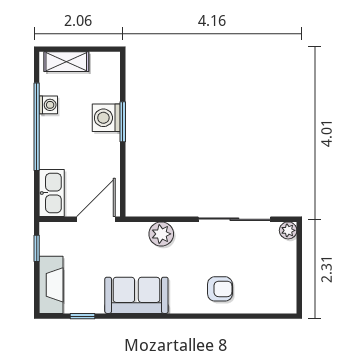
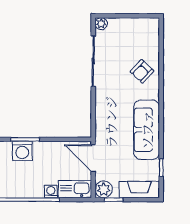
washing machine: (48, 105) -> (51, 192), moved
plant: (161, 234) -> (104, 189), moved
armchair: (220, 289) -> (142, 71), turned -137
sofa: (136, 295) -> (147, 130), width x1.36

